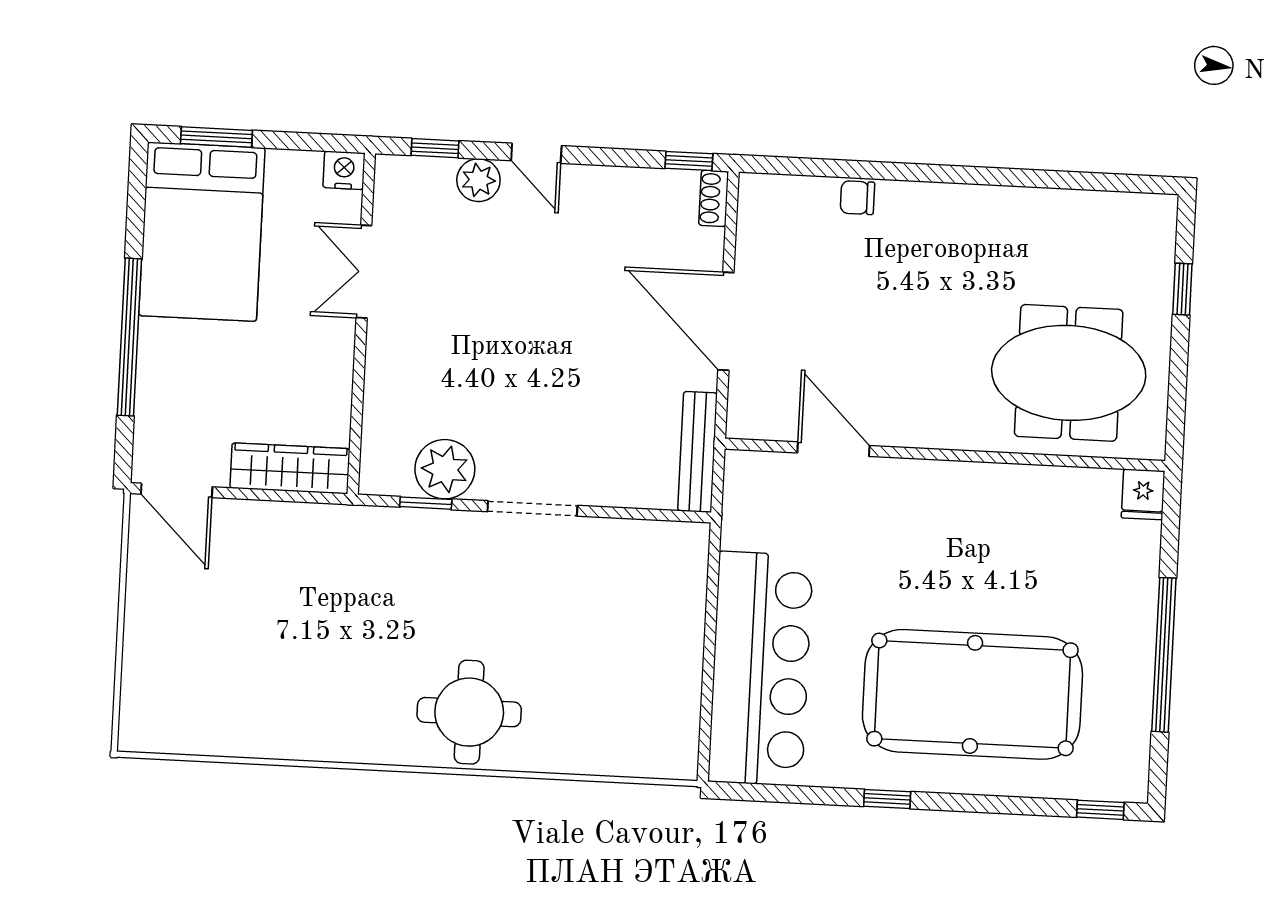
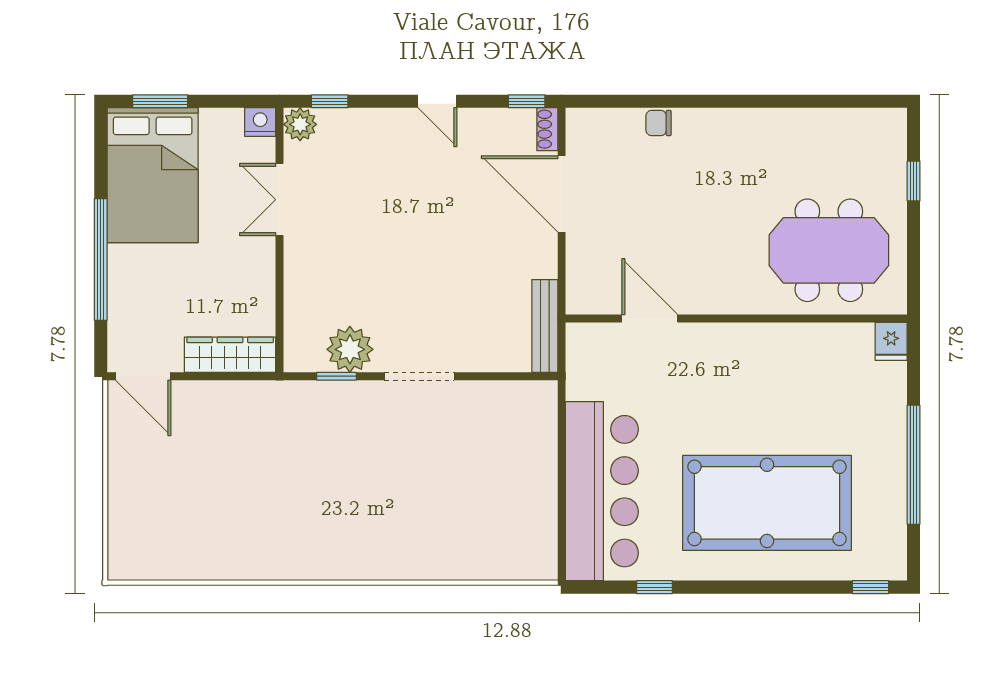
door: (536, 153) -> (437, 101), moved
plant: (478, 180) -> (300, 124), moved
door: (726, 321) -> (562, 194), moved
round table: (469, 712) -> (378, 536), removed
window: (887, 799) -> (655, 587), moved

